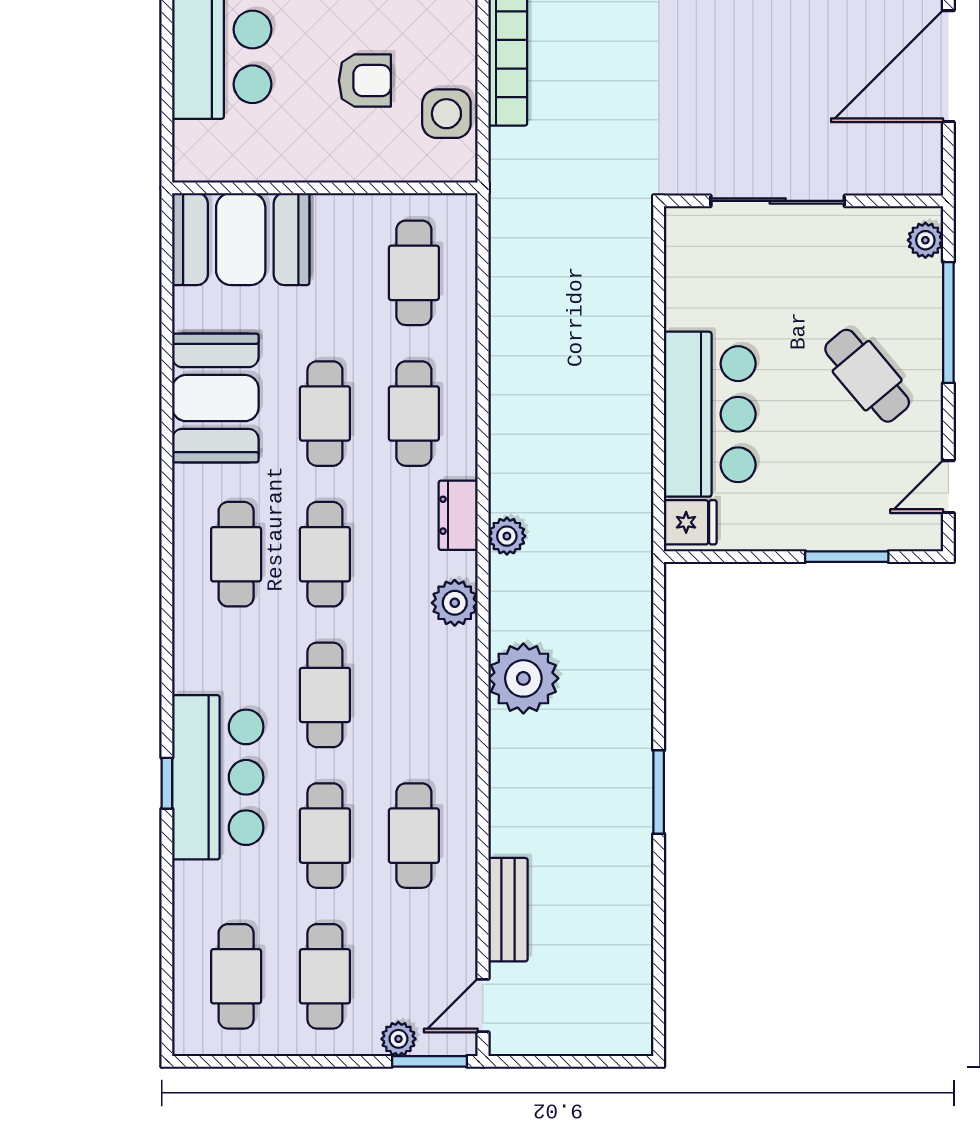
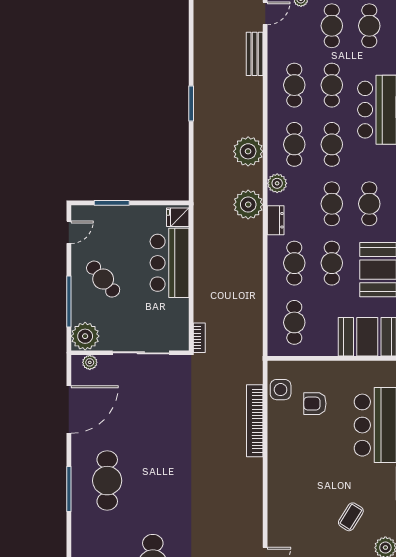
plant: (899, 178) -> (90, 362), added
bookcase: (639, 236) -> (199, 338), added
plant: (925, 240) -> (85, 336), width x1.88, depth x1.88
plant: (507, 536) -> (248, 205), width x1.88, depth x1.88
cafe table: (414, 695) -> (294, 144), added

